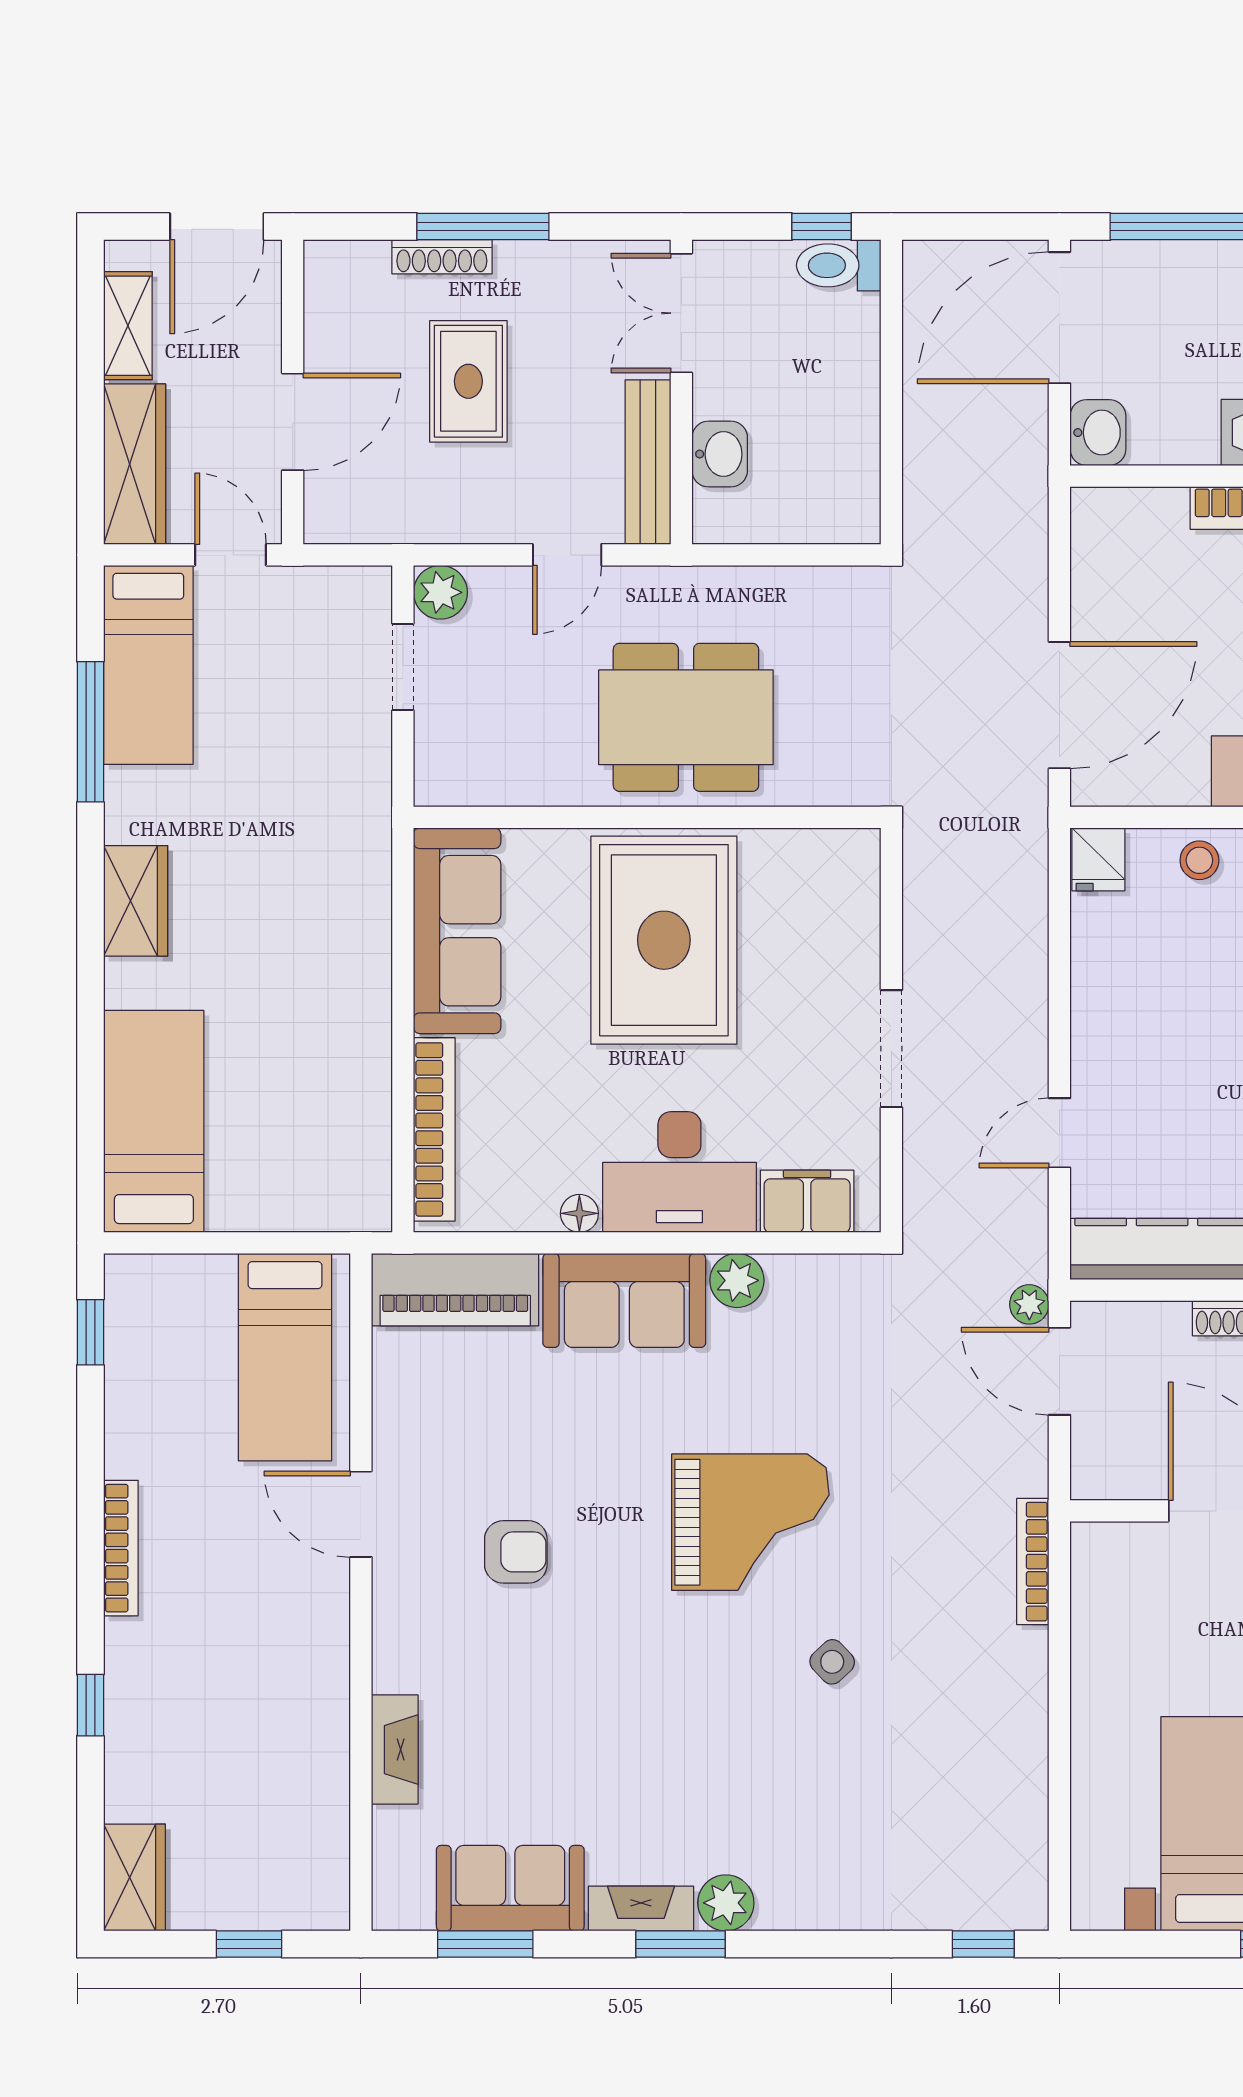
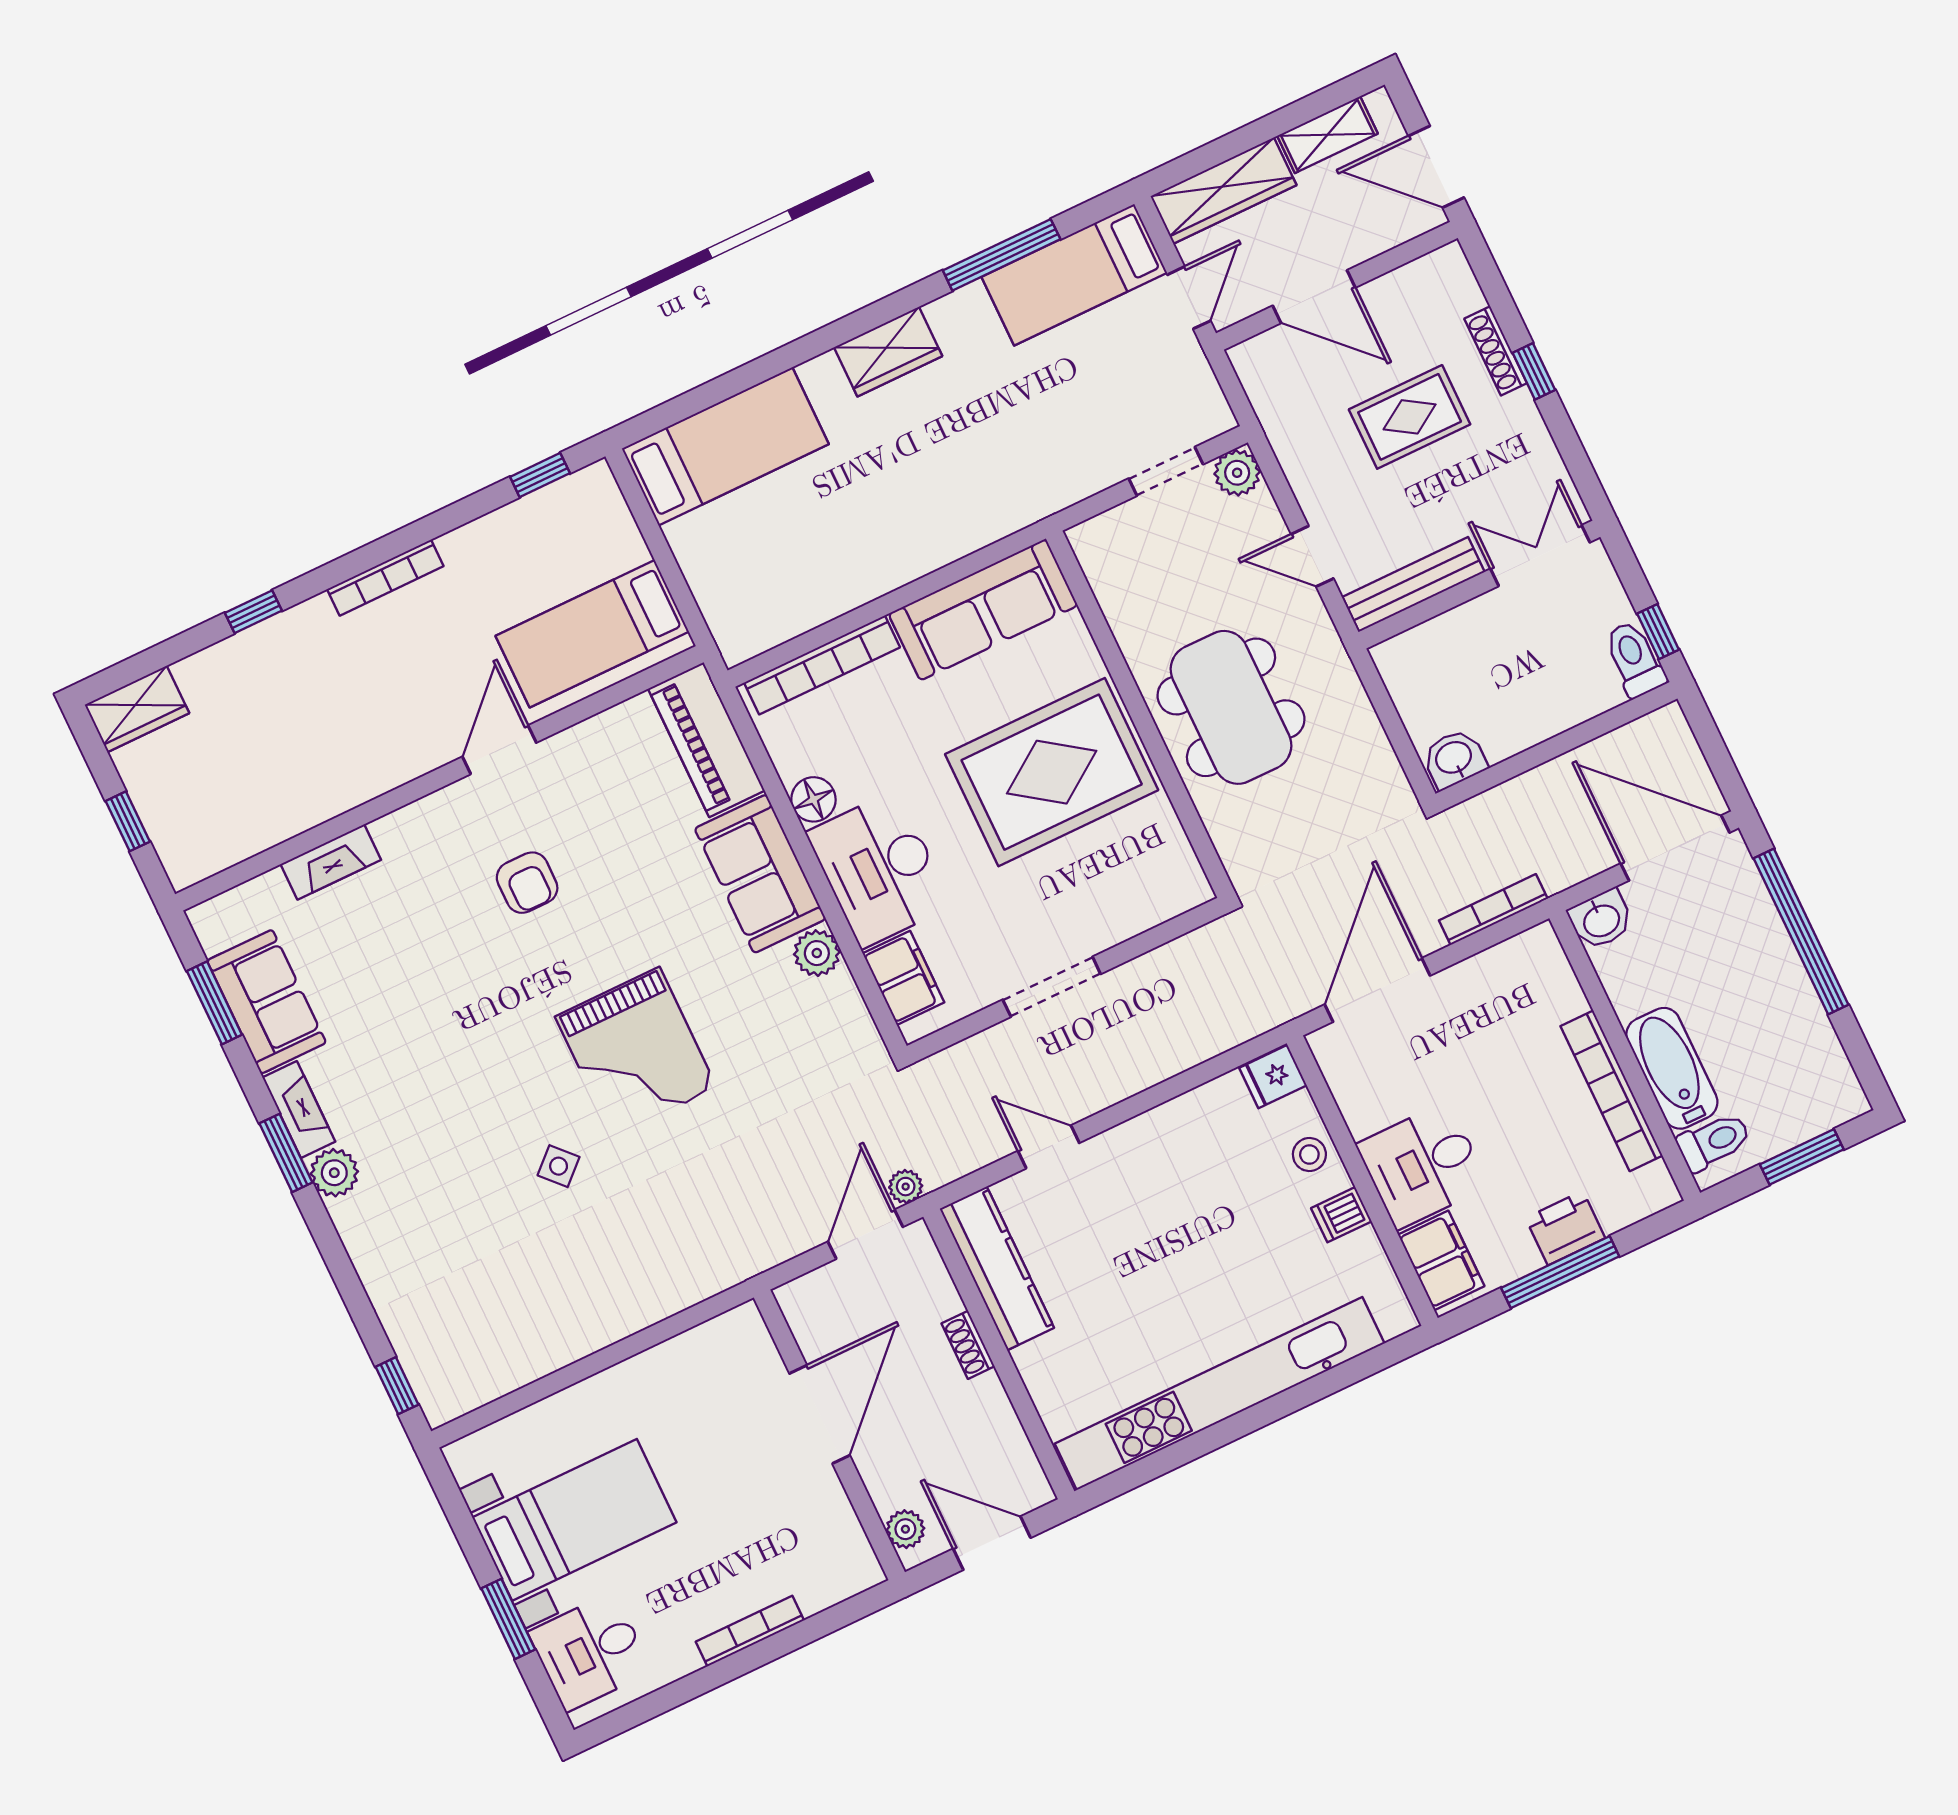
window: (483, 227) -> (1534, 371), width x0.46
washbasin: (720, 454) -> (1454, 759), moved, turned 180
door: (1059, 705) -> (1377, 990), swing flipped
floor lamp: (579, 1213) -> (813, 799), width x1.37, depth x1.37
bookcase: (1033, 1562) -> (1493, 910), moved

